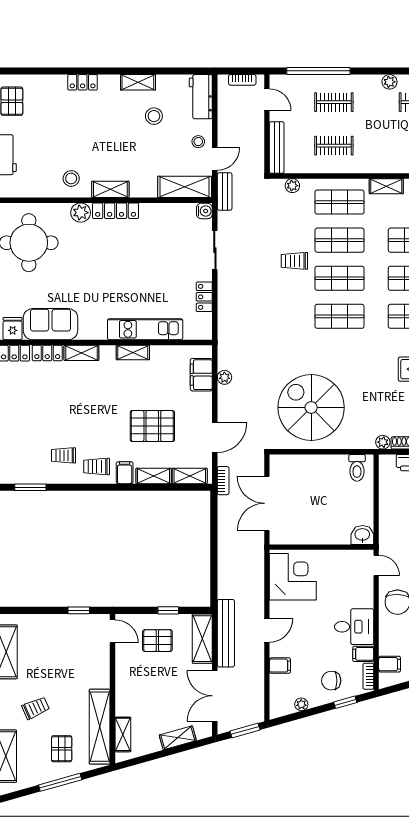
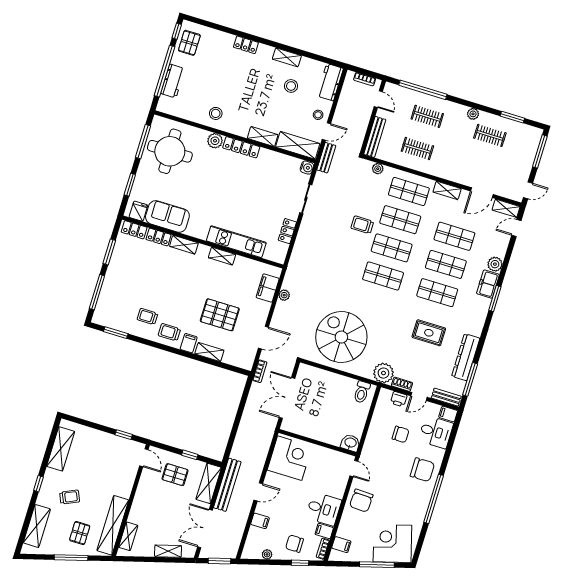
shelving: (110, 189) -> (263, 137), moved
plant: (383, 442) -> (383, 373), width x1.87, depth x1.87
shelving: (190, 476) -> (236, 360), removed

